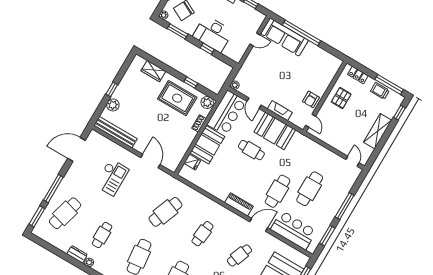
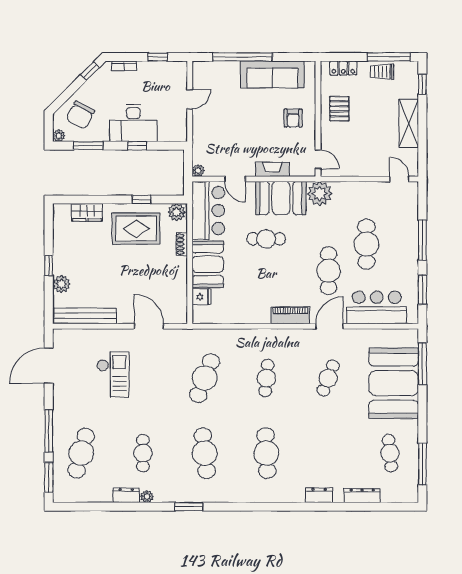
sofa: (285, 37) -> (272, 74), moved
armchair: (311, 99) -> (293, 118), moved
plant: (299, 142) -> (320, 194), added

